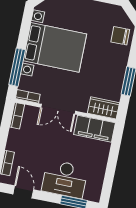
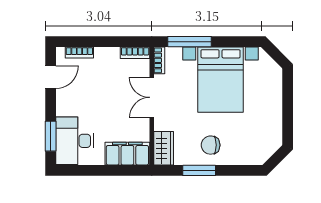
chair: (120, 36) -> (211, 145), moved, turned -90
filing cabinet: (95, 129) -> (127, 154), moved, turned 90
desk: (65, 179) -> (75, 141), moved

